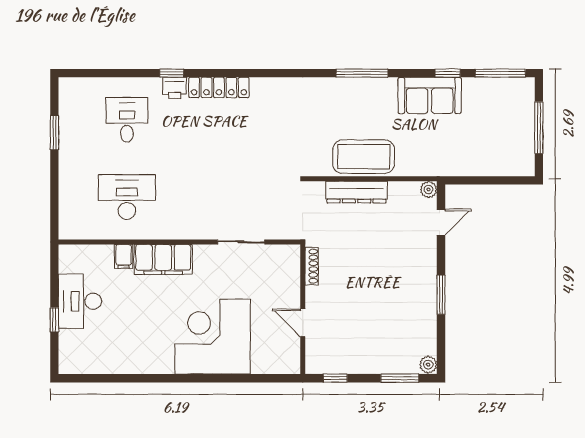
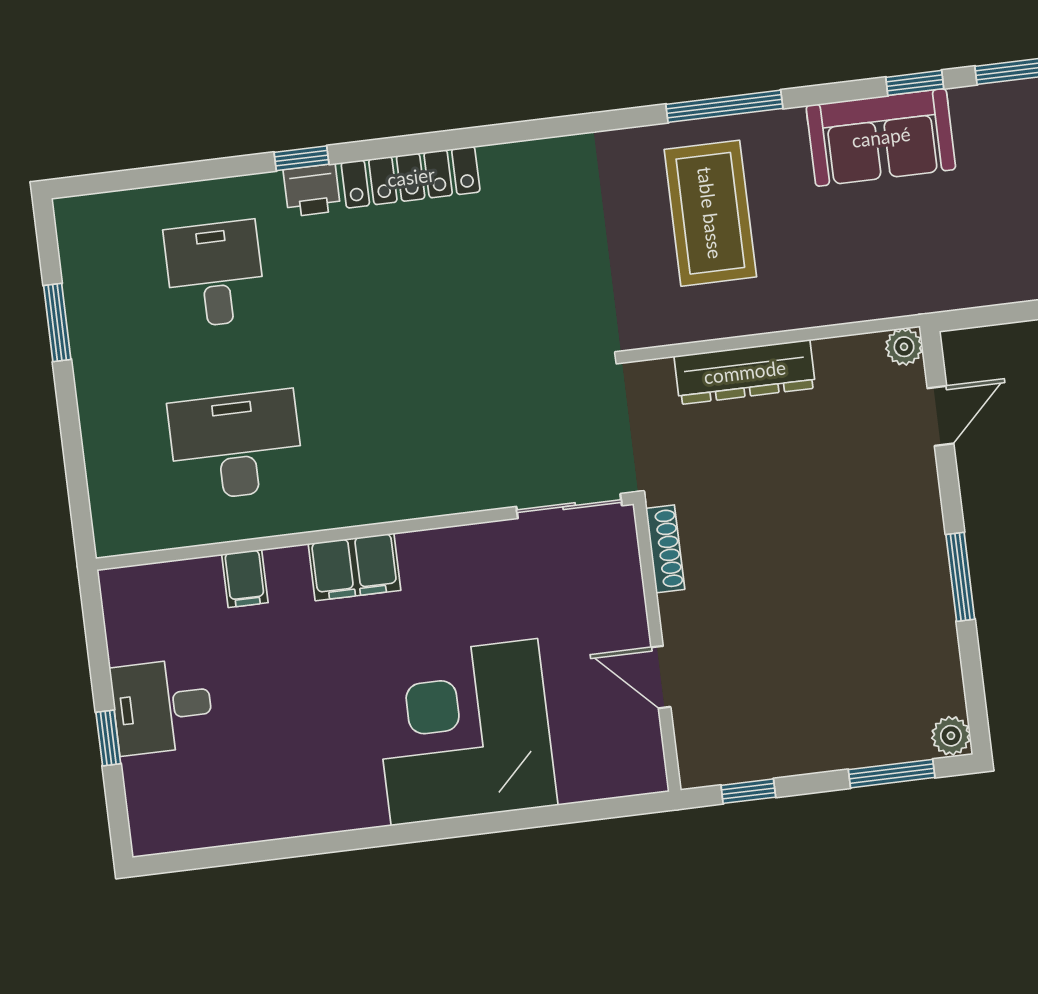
coffee table: (364, 157) -> (710, 213), moved, turned 90
sliding door: (241, 242) -> (569, 506), moved
filing cabinet: (163, 259) -> (355, 567), width x0.67, depth x0.86
desk: (80, 301) -> (162, 706), width x0.73

